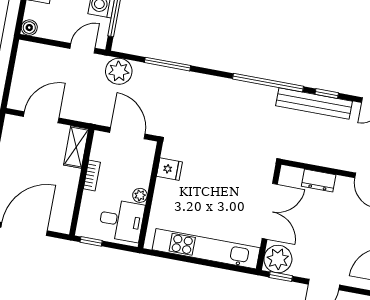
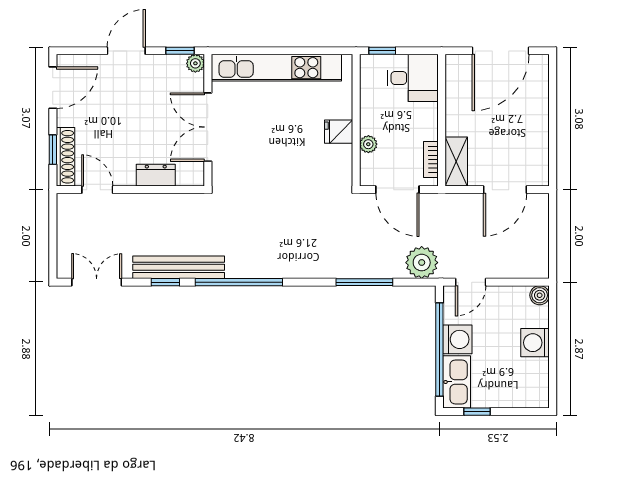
fridge: (169, 169) -> (339, 132), moved
bookcase: (92, 175) -> (431, 160), moved
plant: (140, 195) -> (368, 144), moved
desk: (121, 220) -> (413, 78), moved, turned 180
window: (91, 241) -> (382, 51), moved
plant: (278, 259) -> (195, 63), width x0.53, depth x0.53

